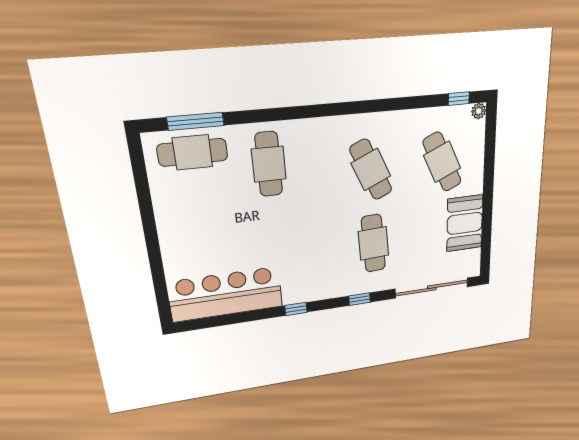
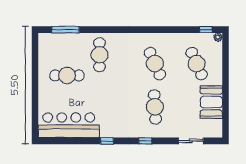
cafe table: (193, 152) -> (67, 75), moved
sliding door: (432, 288) -> (191, 141), width x0.54

